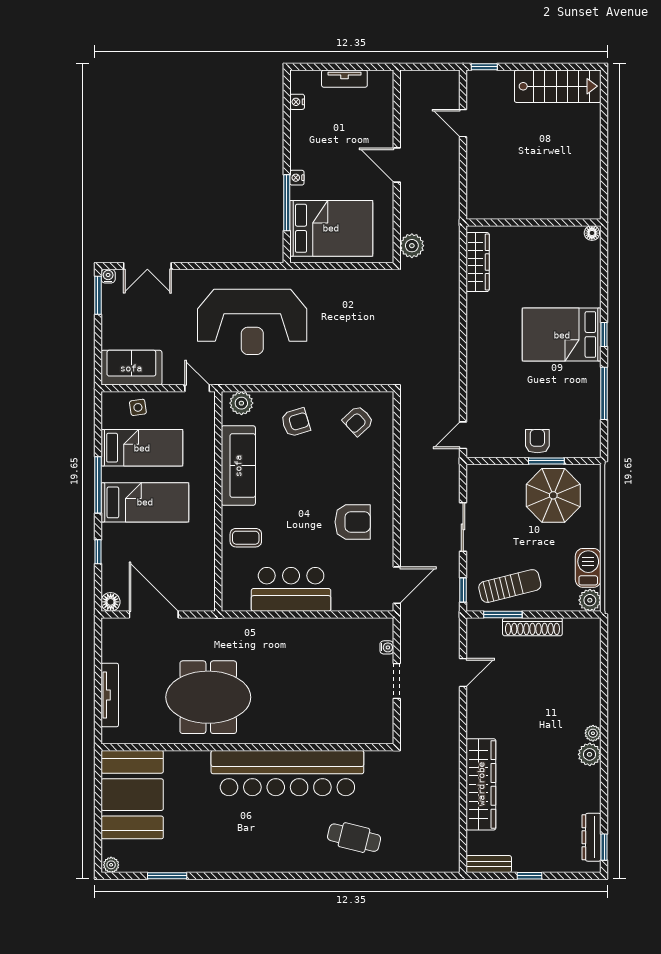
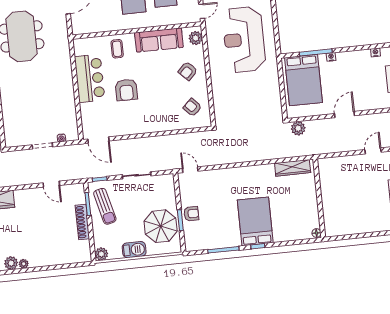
armchair: (296, 422) -> (188, 71), turned 62
armchair: (353, 522) -> (126, 90), moved
barbecue: (588, 568) -> (134, 250), moved

